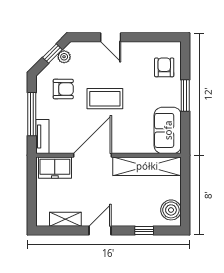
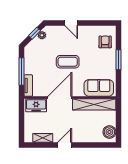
armchair: (63, 89) -> (41, 56), removed
sofa: (168, 130) -> (99, 88), moved, turned 90
window: (144, 230) -> (92, 145), removed

